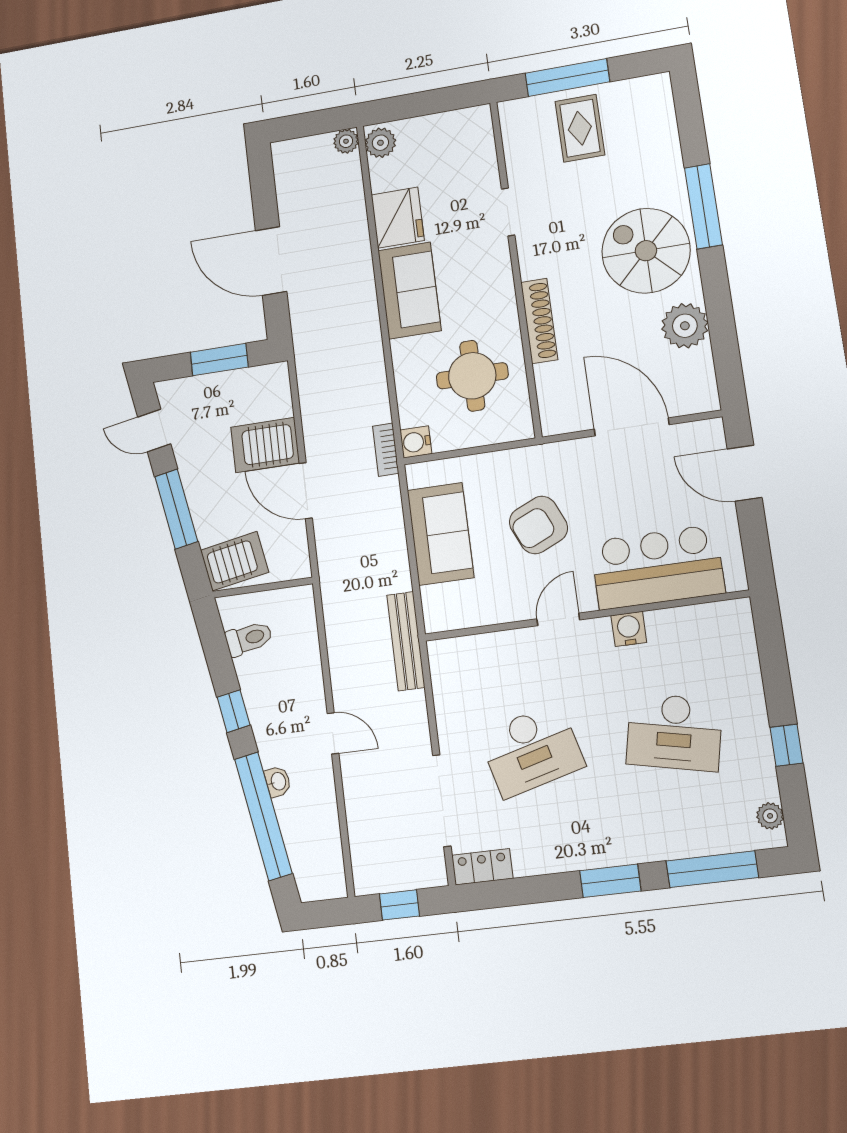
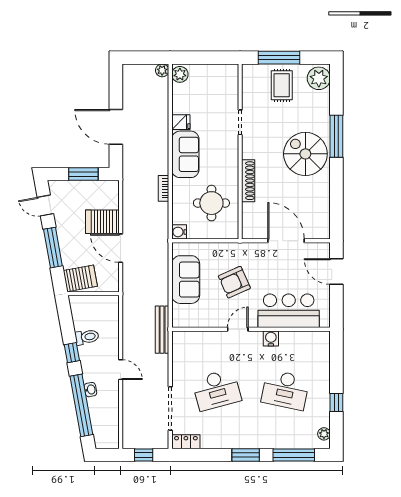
fridge: (398, 218) -> (181, 122), width x0.53, depth x0.75
plant: (685, 326) -> (319, 78), moved
bookcase: (386, 450) -> (164, 188), moved
toilet: (249, 638) -> (87, 337), moved

